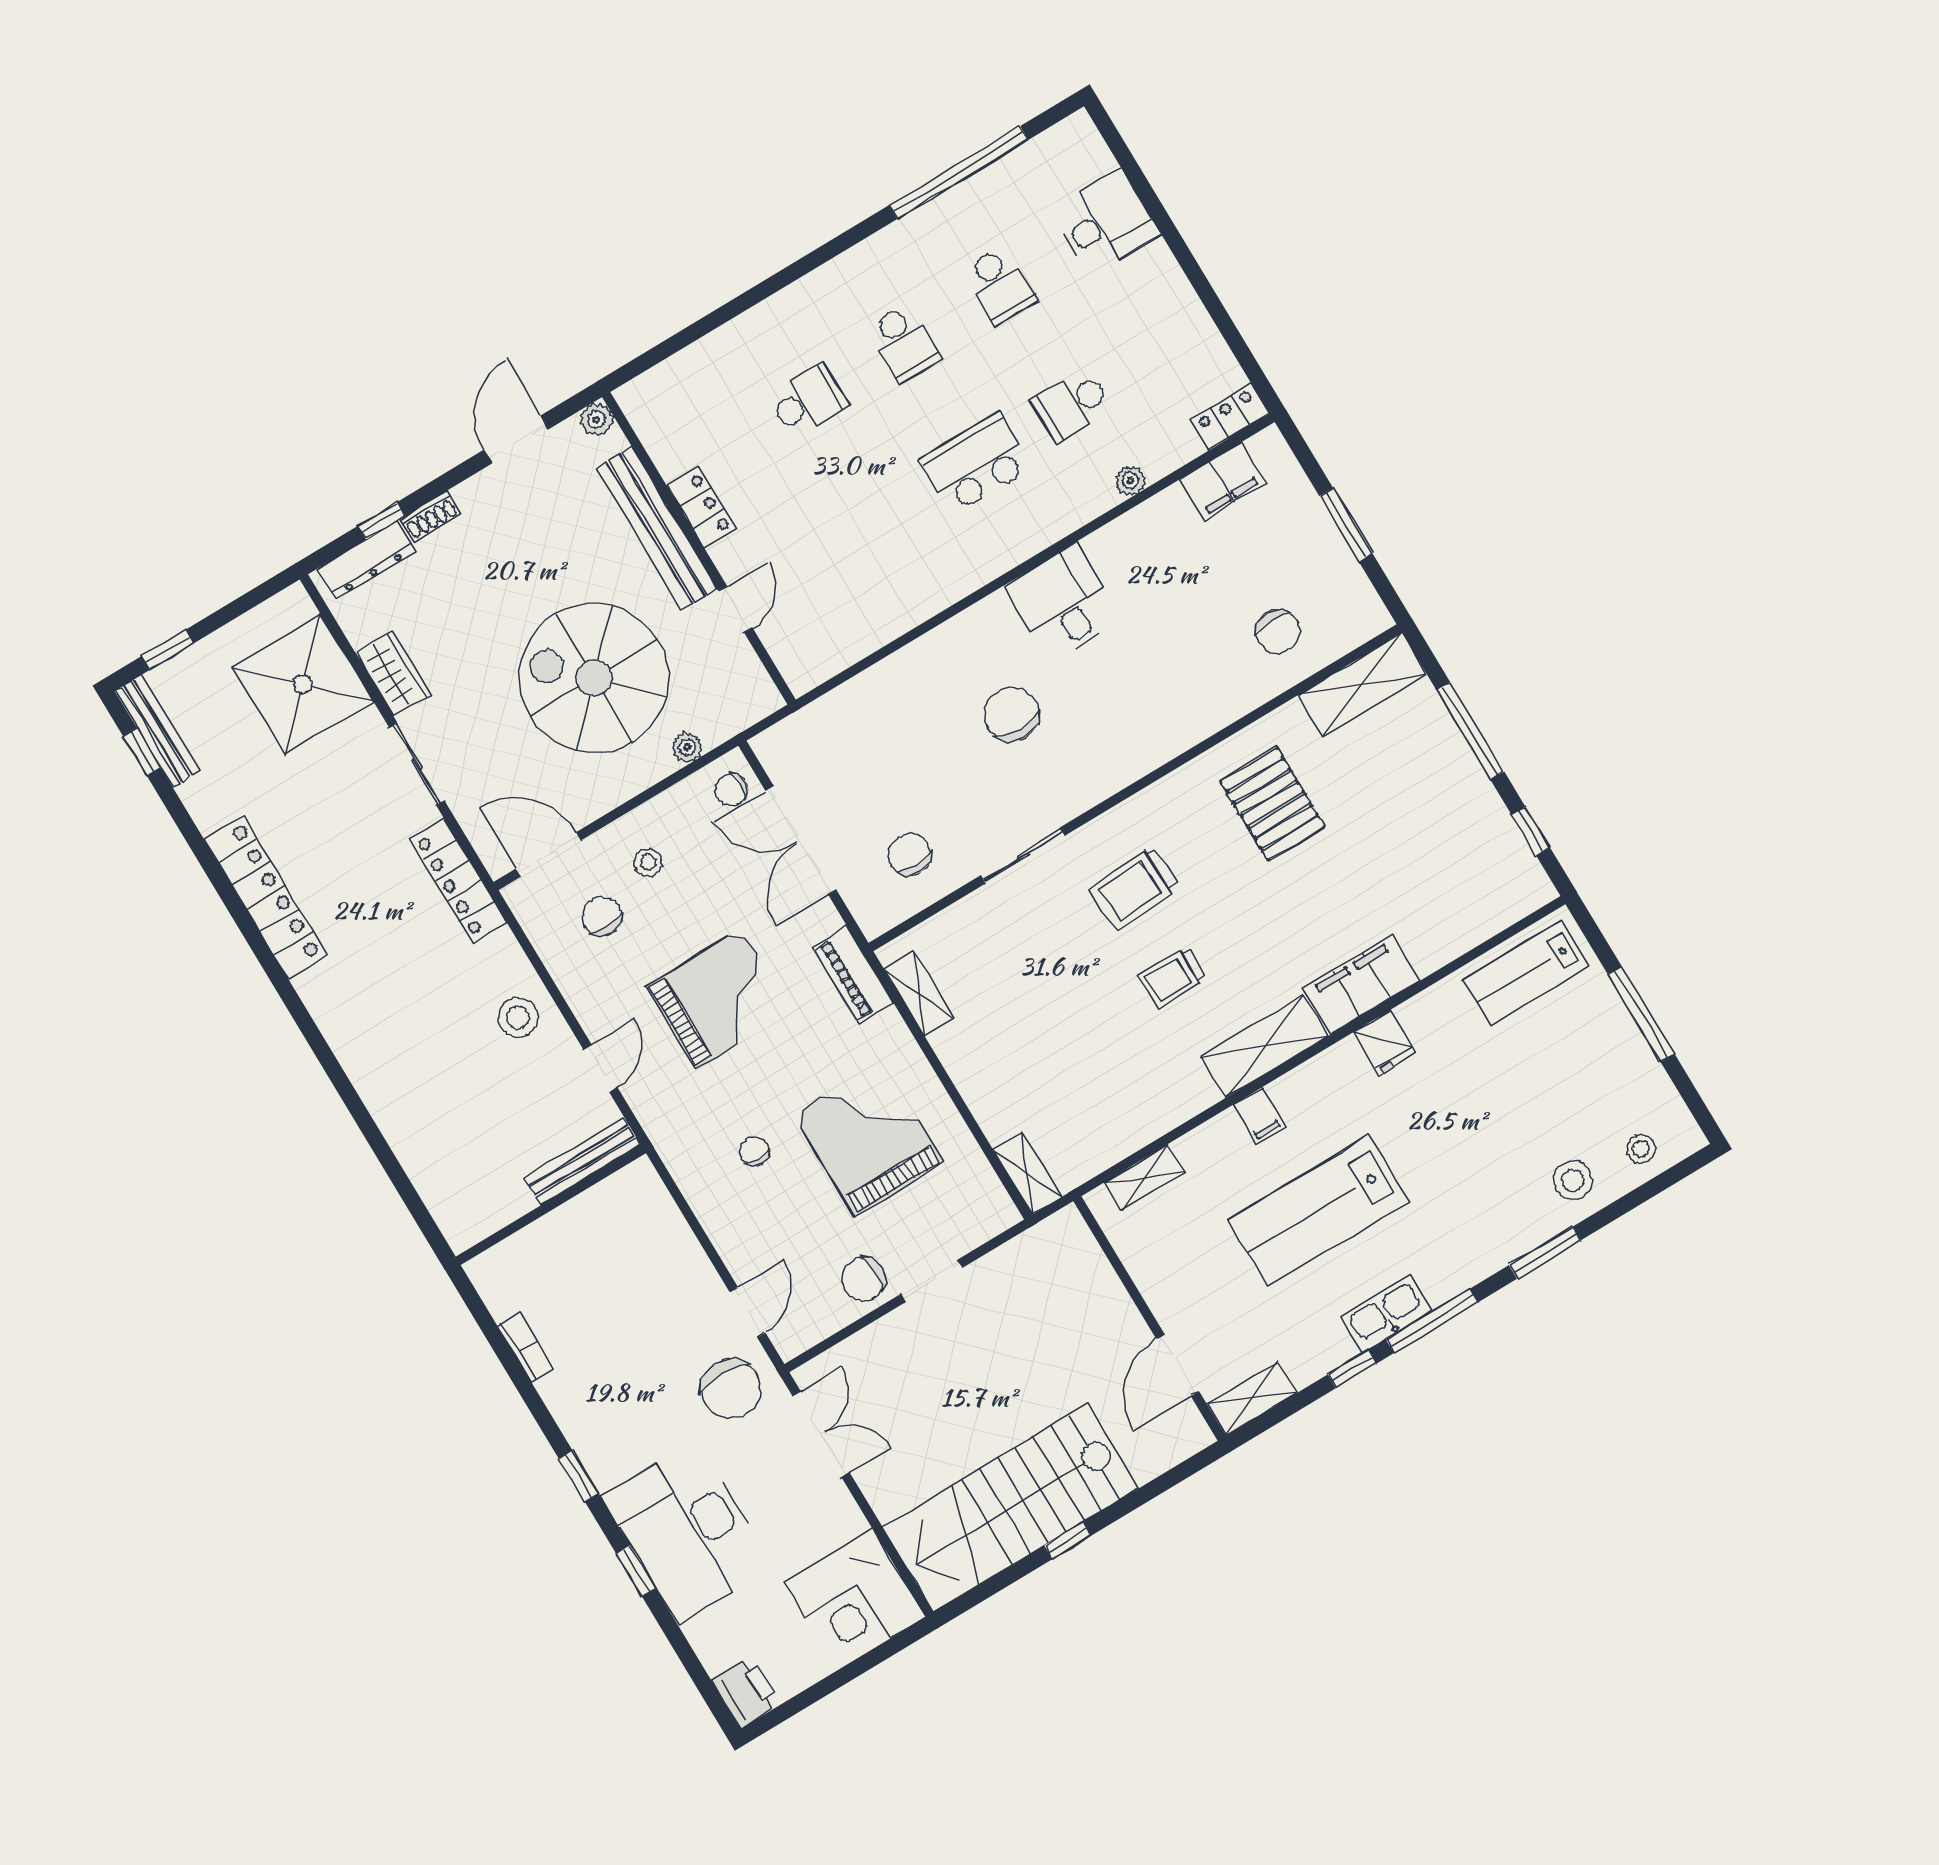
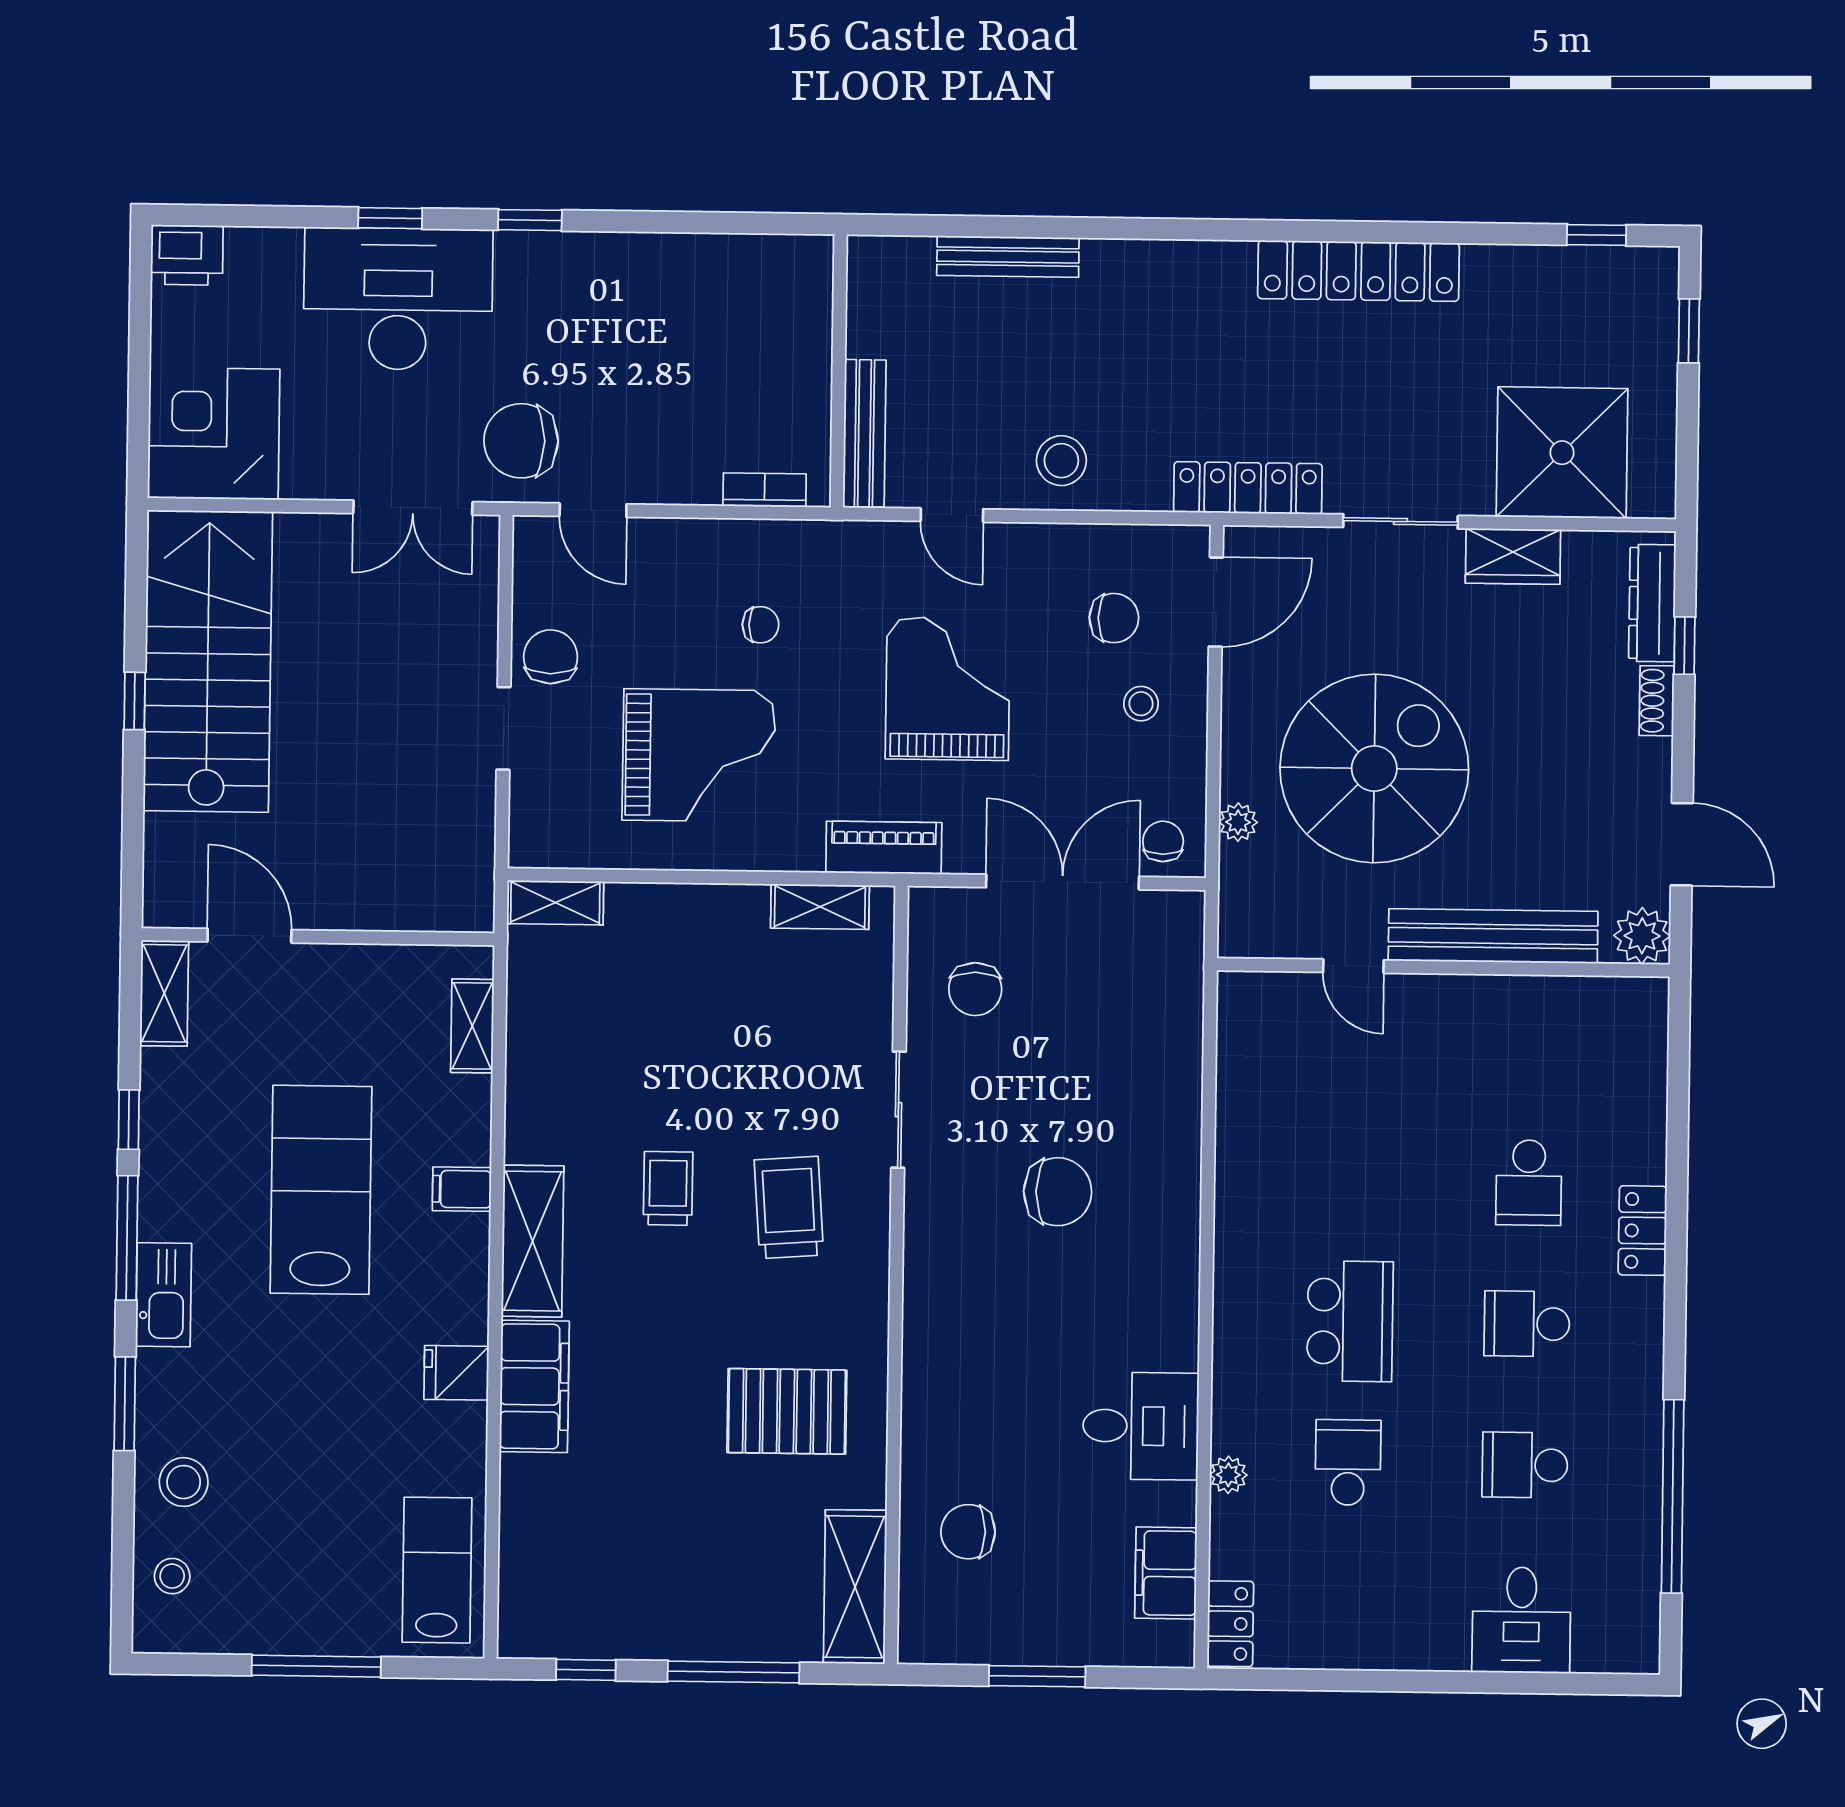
plant: (596, 419) -> (1642, 936), width x1.38, depth x1.38
locker: (702, 508) -> (1643, 1231), moved, turned 90
desk: (1063, 603) -> (1141, 1426), moved
bench: (157, 731) -> (1008, 257), moved
chair: (910, 854) -> (975, 989), turned 90
grand piano: (719, 999) -> (948, 689), turned 180
kitchen sink: (1386, 1314) -> (164, 1295), moved
bookcase: (526, 1347) -> (765, 490), moved, turned 180

